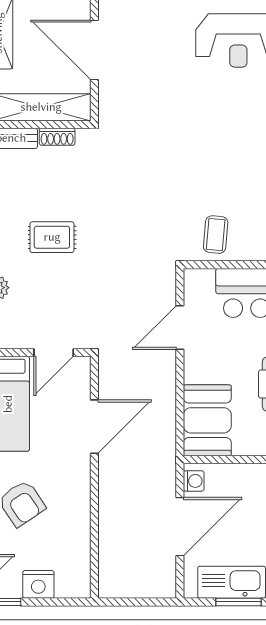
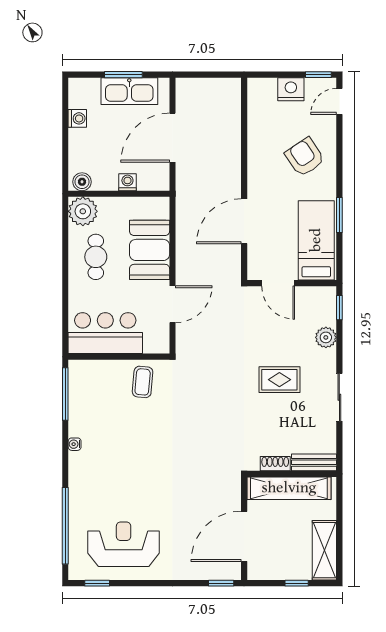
door: (94, 50) -> (244, 536), swing flipped
door: (54, 353) -> (278, 283), swing flipped
booth: (207, 420) -> (150, 250), moved
washing machine: (194, 481) -> (127, 182), moved, turned 90

